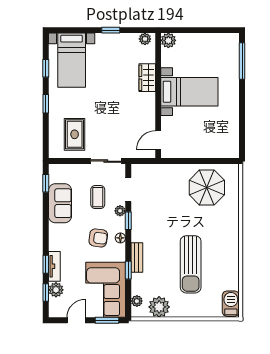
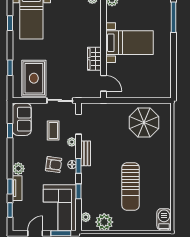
wardrobe: (147, 78) -> (94, 59), moved
window: (46, 104) -> (10, 68), moved
rug: (75, 134) -> (34, 78), width x1.36, depth x1.43
door: (158, 140) -> (103, 83), swing flipped
window: (46, 183) -> (10, 131), moved
sofa: (60, 203) -> (22, 119), moved
window: (128, 221) -> (79, 166), moved
bench: (137, 257) -> (86, 153), moved
plant: (56, 290) -> (18, 169), moved

